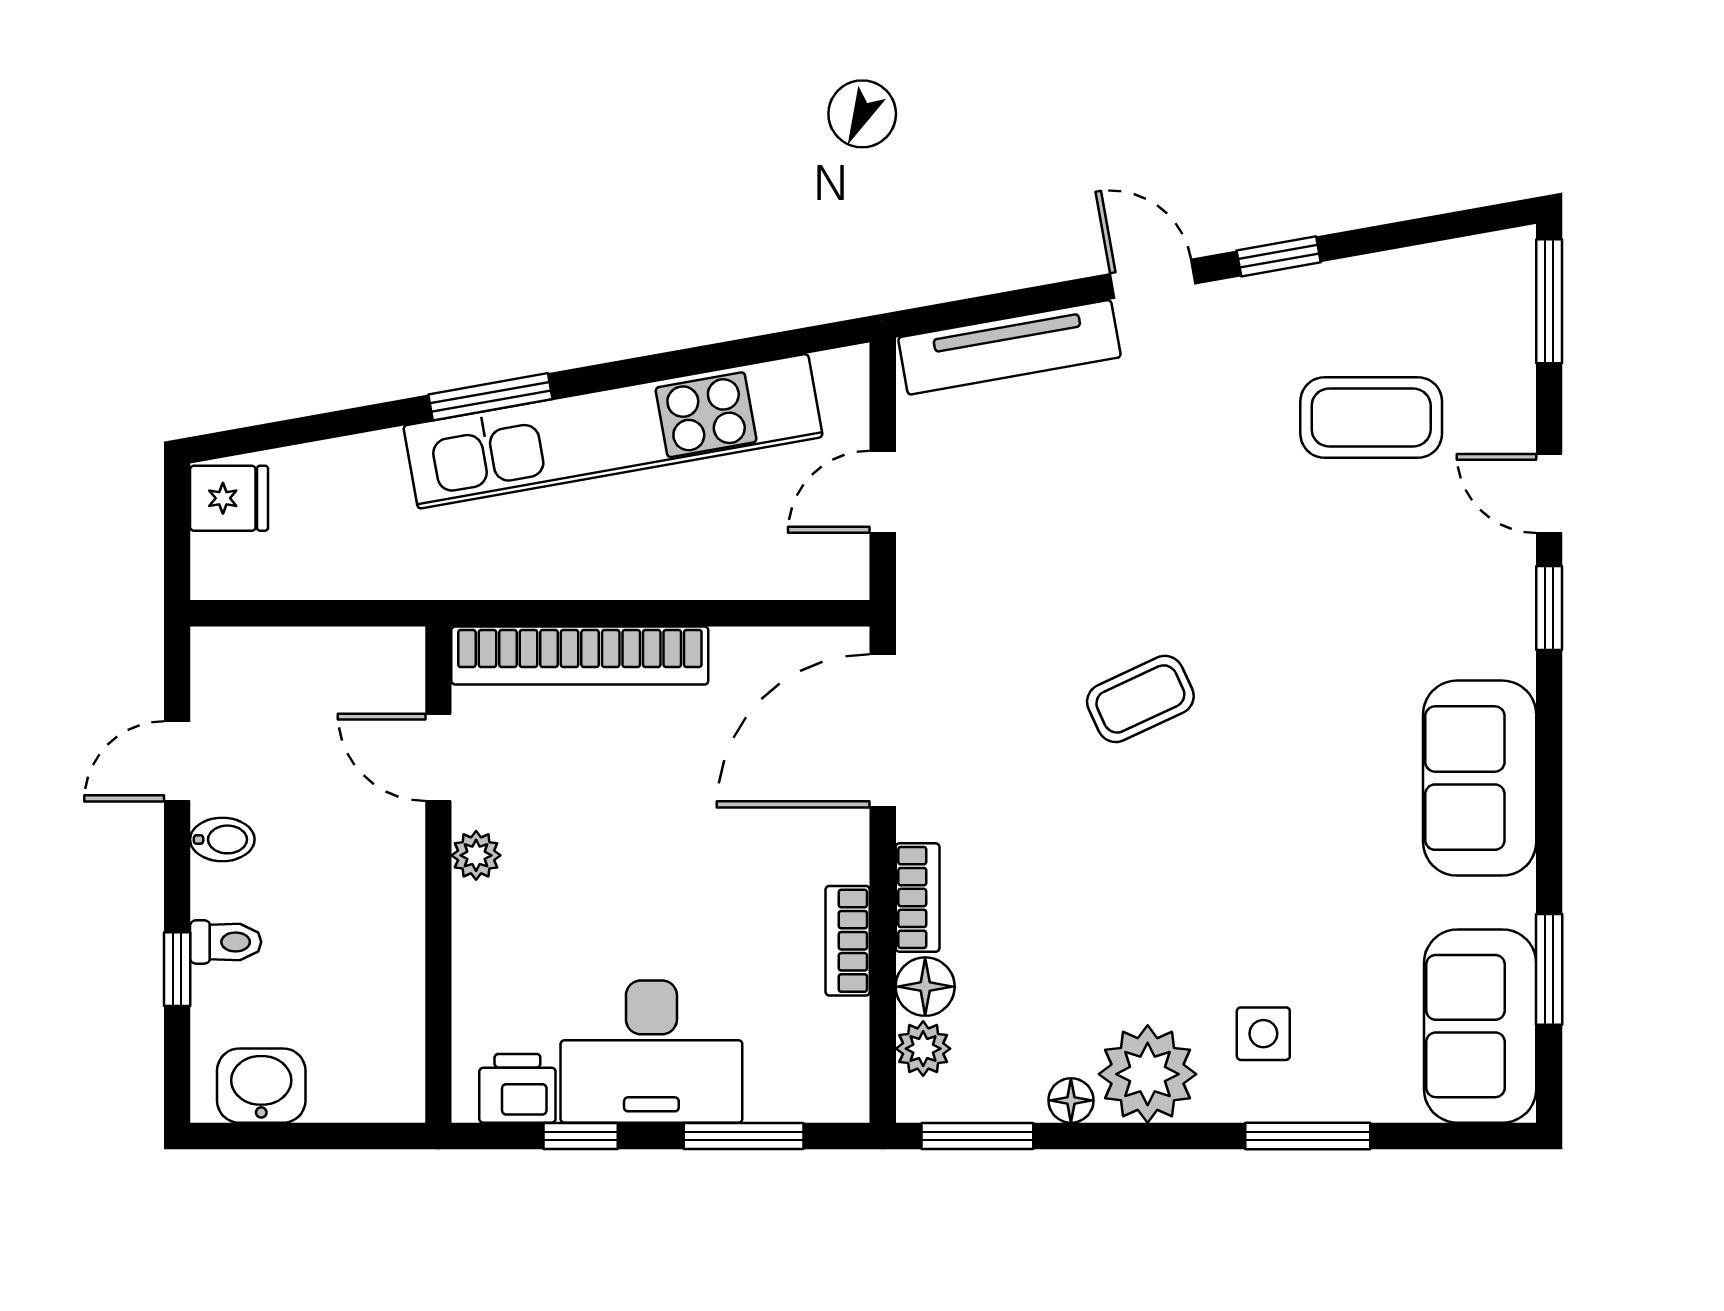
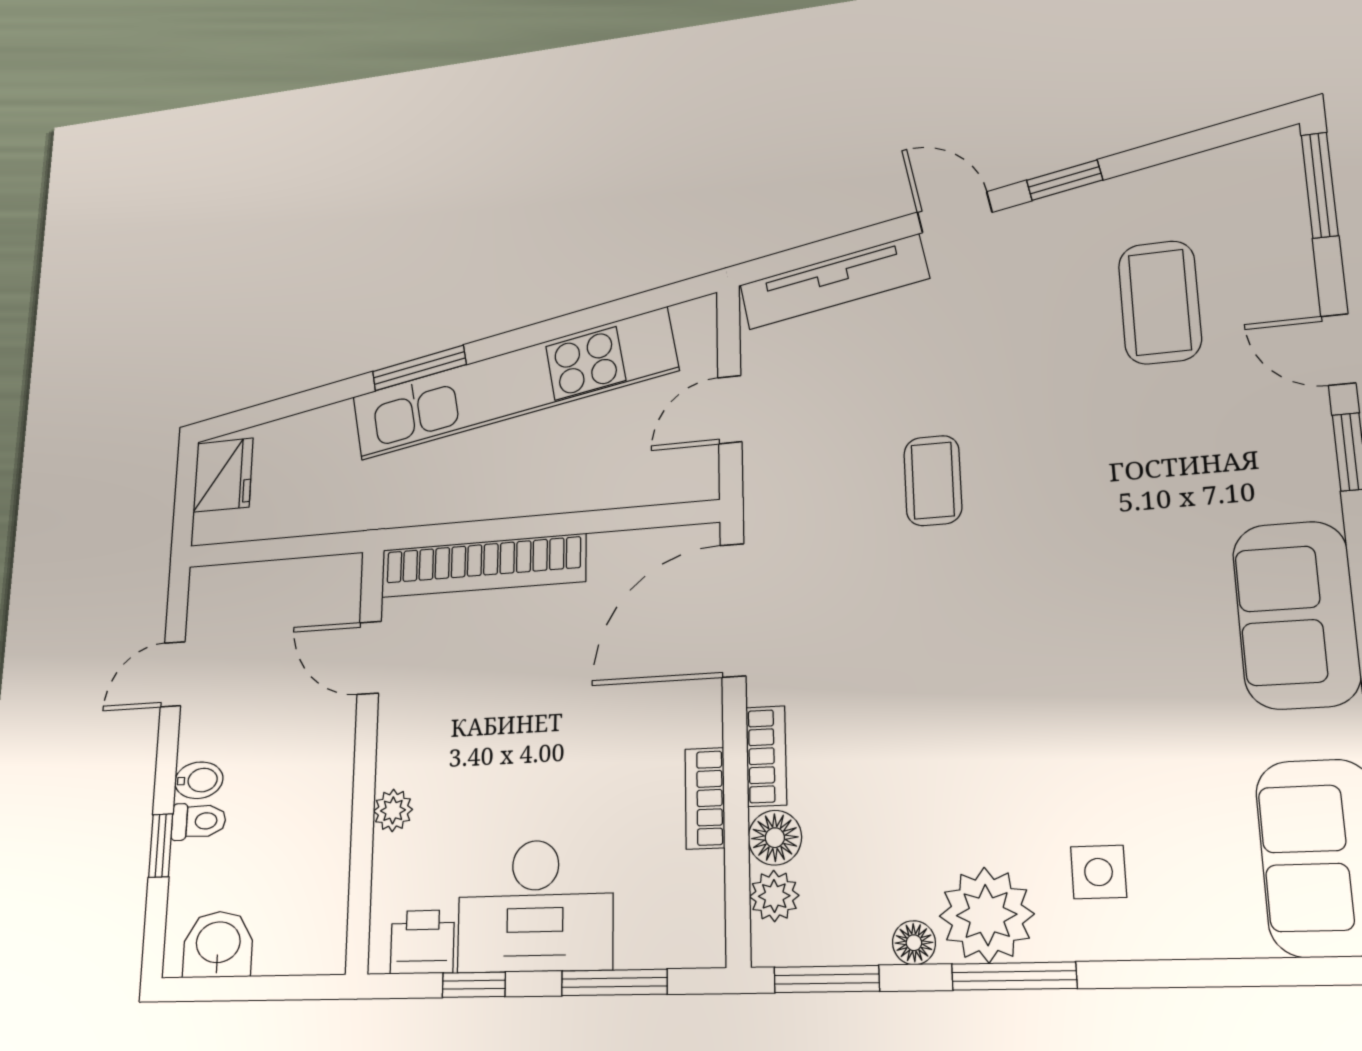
coffee table: (1371, 417) -> (1160, 302), turned 90
fridge: (229, 498) -> (223, 475), width x1.38
coffee table: (1140, 699) -> (933, 481), moved, turned -65
bidet: (222, 839) -> (199, 780), moved
plant: (476, 855) -> (393, 810), moved
window: (1308, 1136) -> (1014, 976), moved

